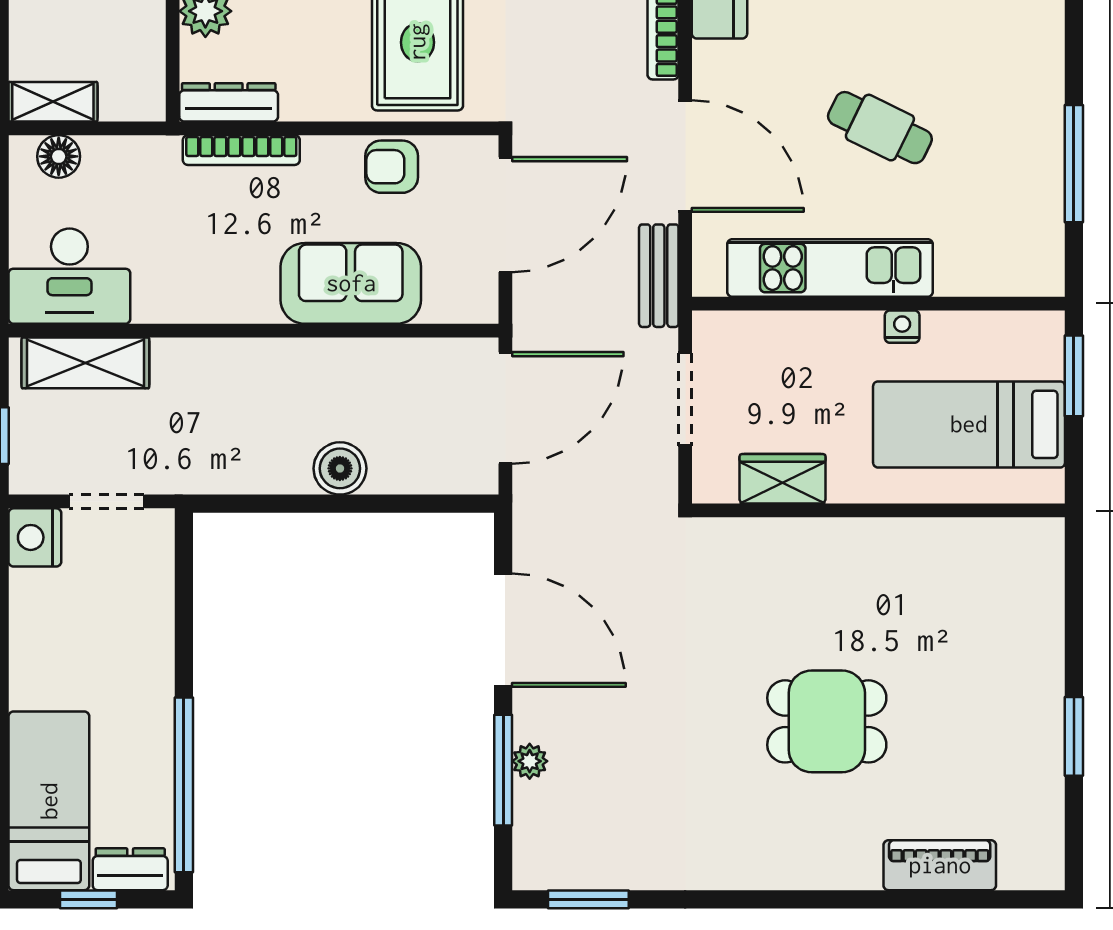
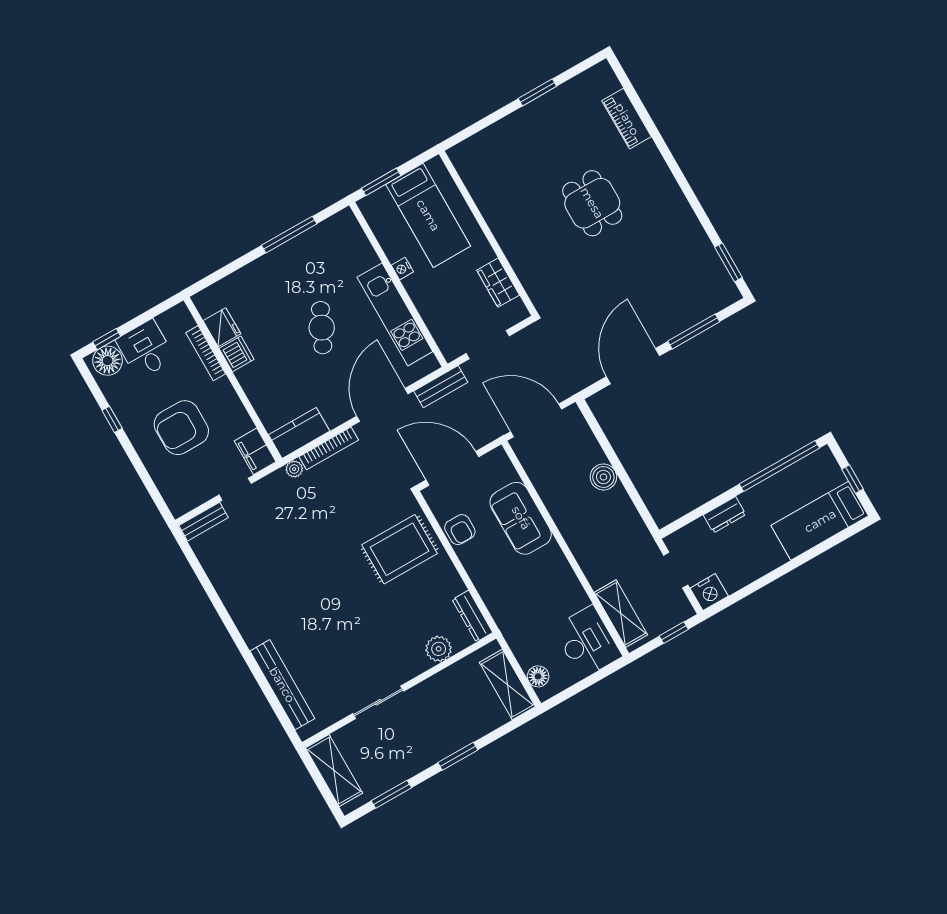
shelving: (53, 102) -> (507, 684), width x1.50, depth x1.33
bookcase: (241, 150) -> (490, 599), removed
plant: (530, 761) -> (683, 322), removed
dresser: (130, 869) -> (725, 515), moved, turned -90

